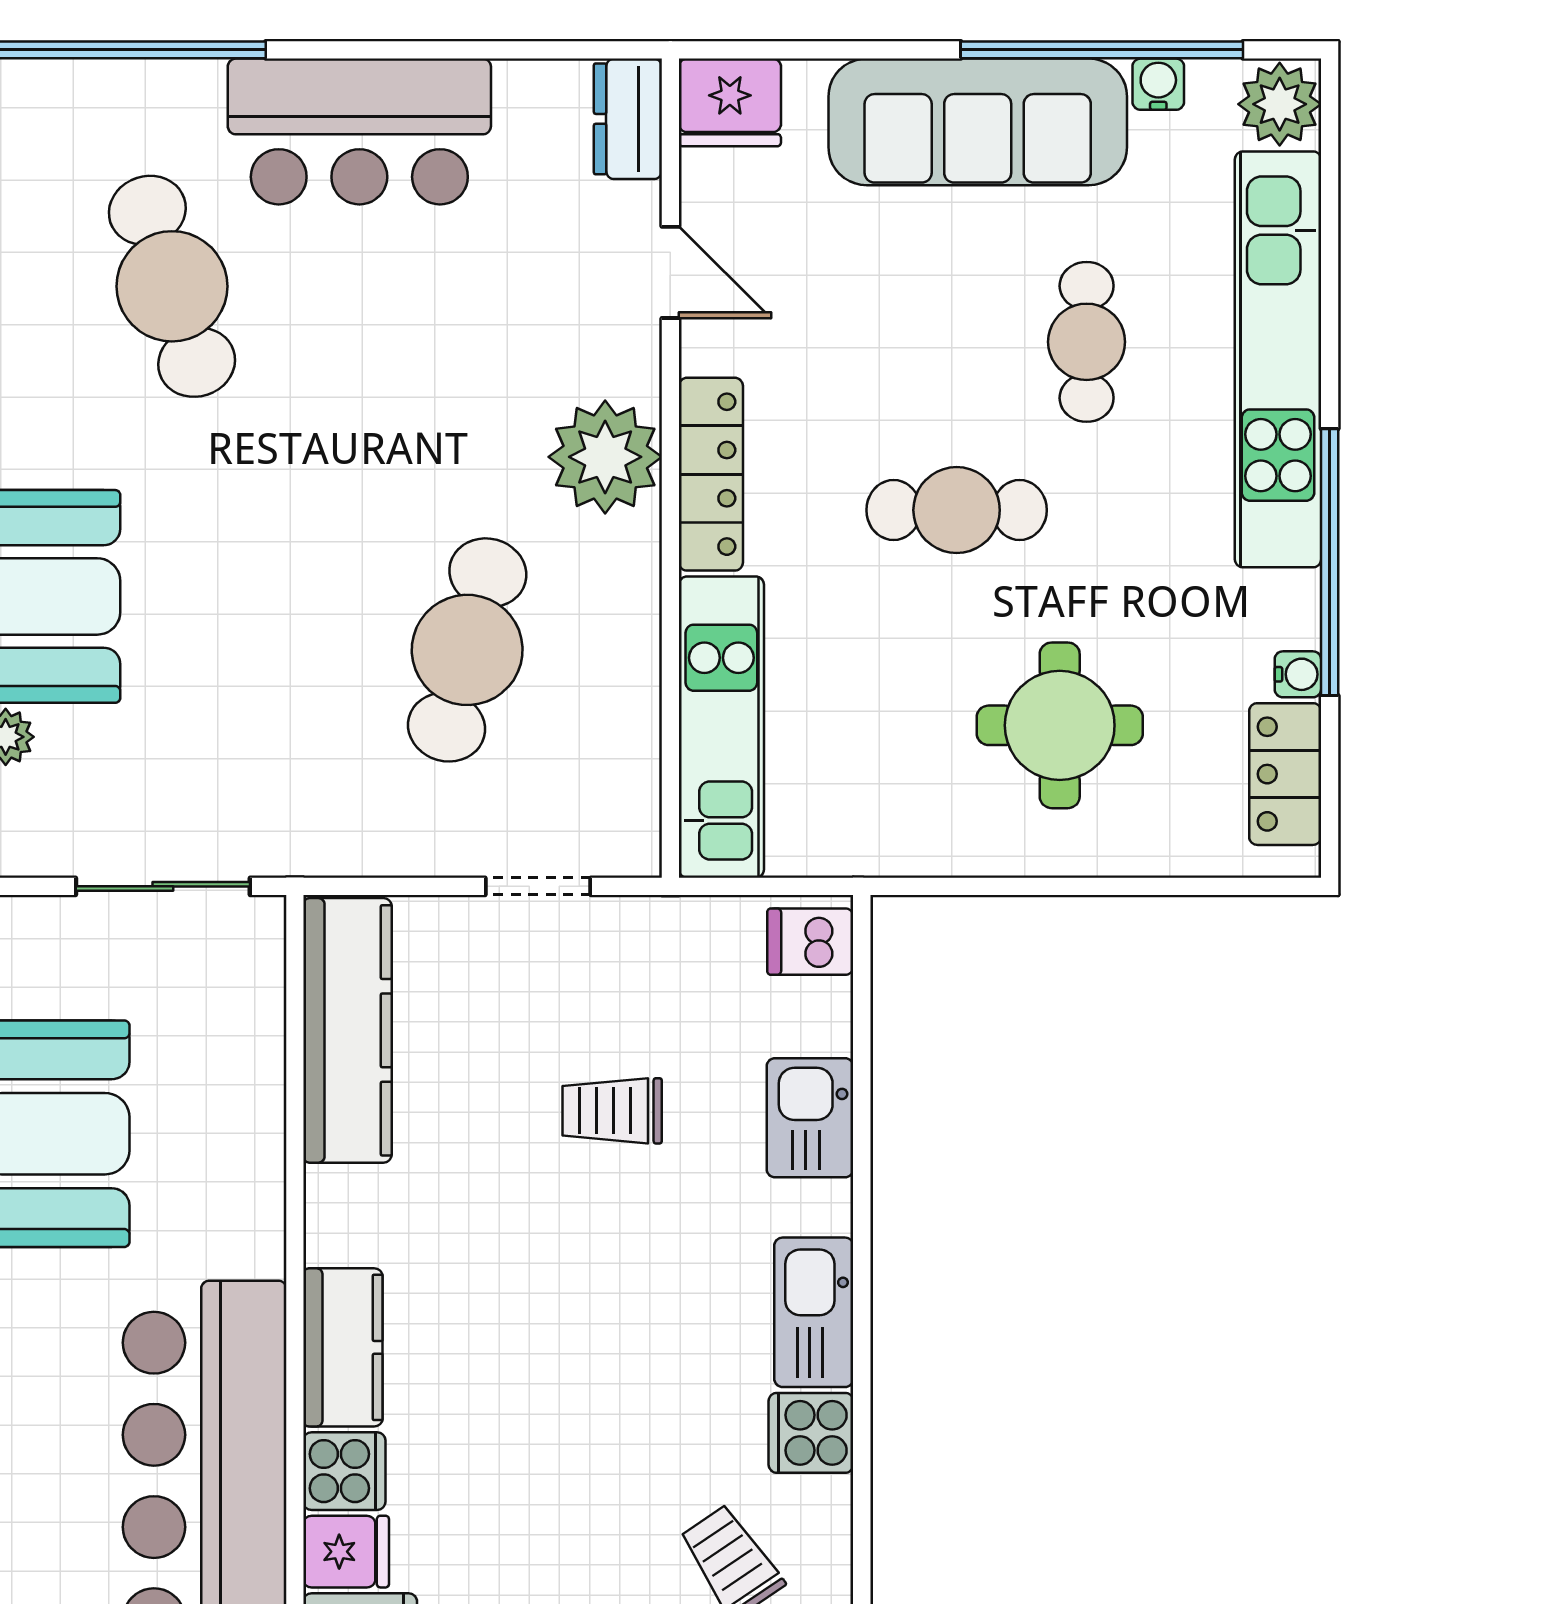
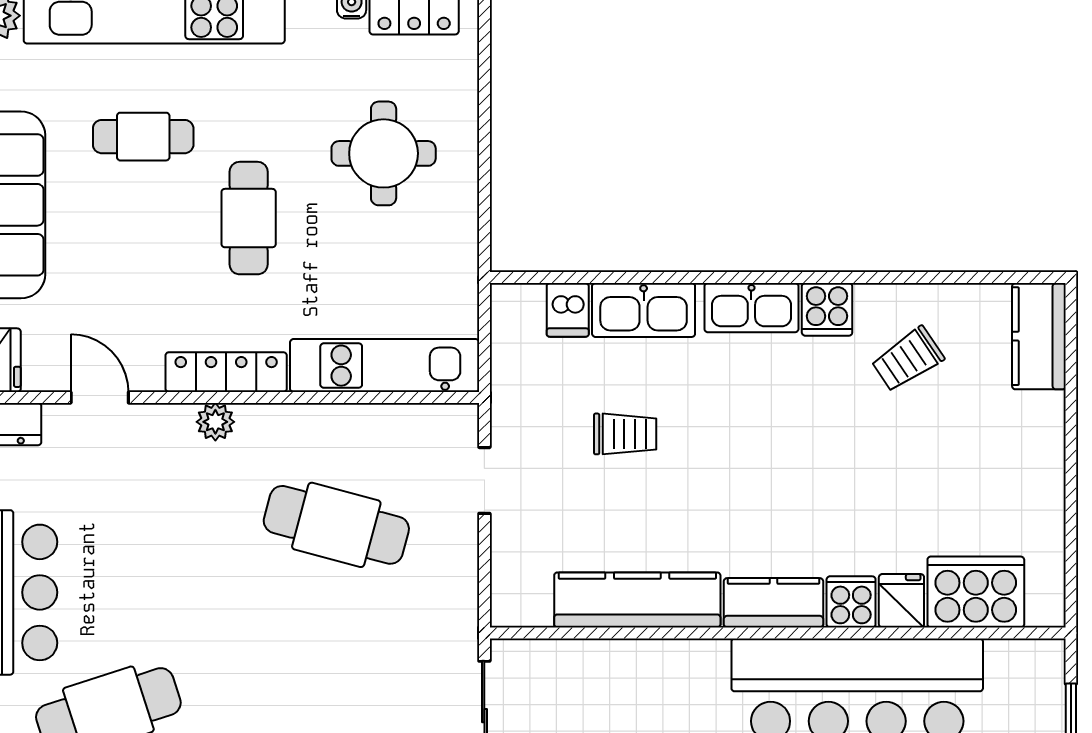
door: (670, 272) -> (100, 397), hinge flipped
plant: (605, 457) -> (215, 422), width x0.53, depth x0.53
dishwasher: (810, 942) -> (568, 310), moved
kitchen counter: (347, 1030) -> (637, 600), moved
trolley: (612, 1111) -> (625, 434), turned -90
kitchen sink: (810, 1118) -> (644, 310), width x1.38

